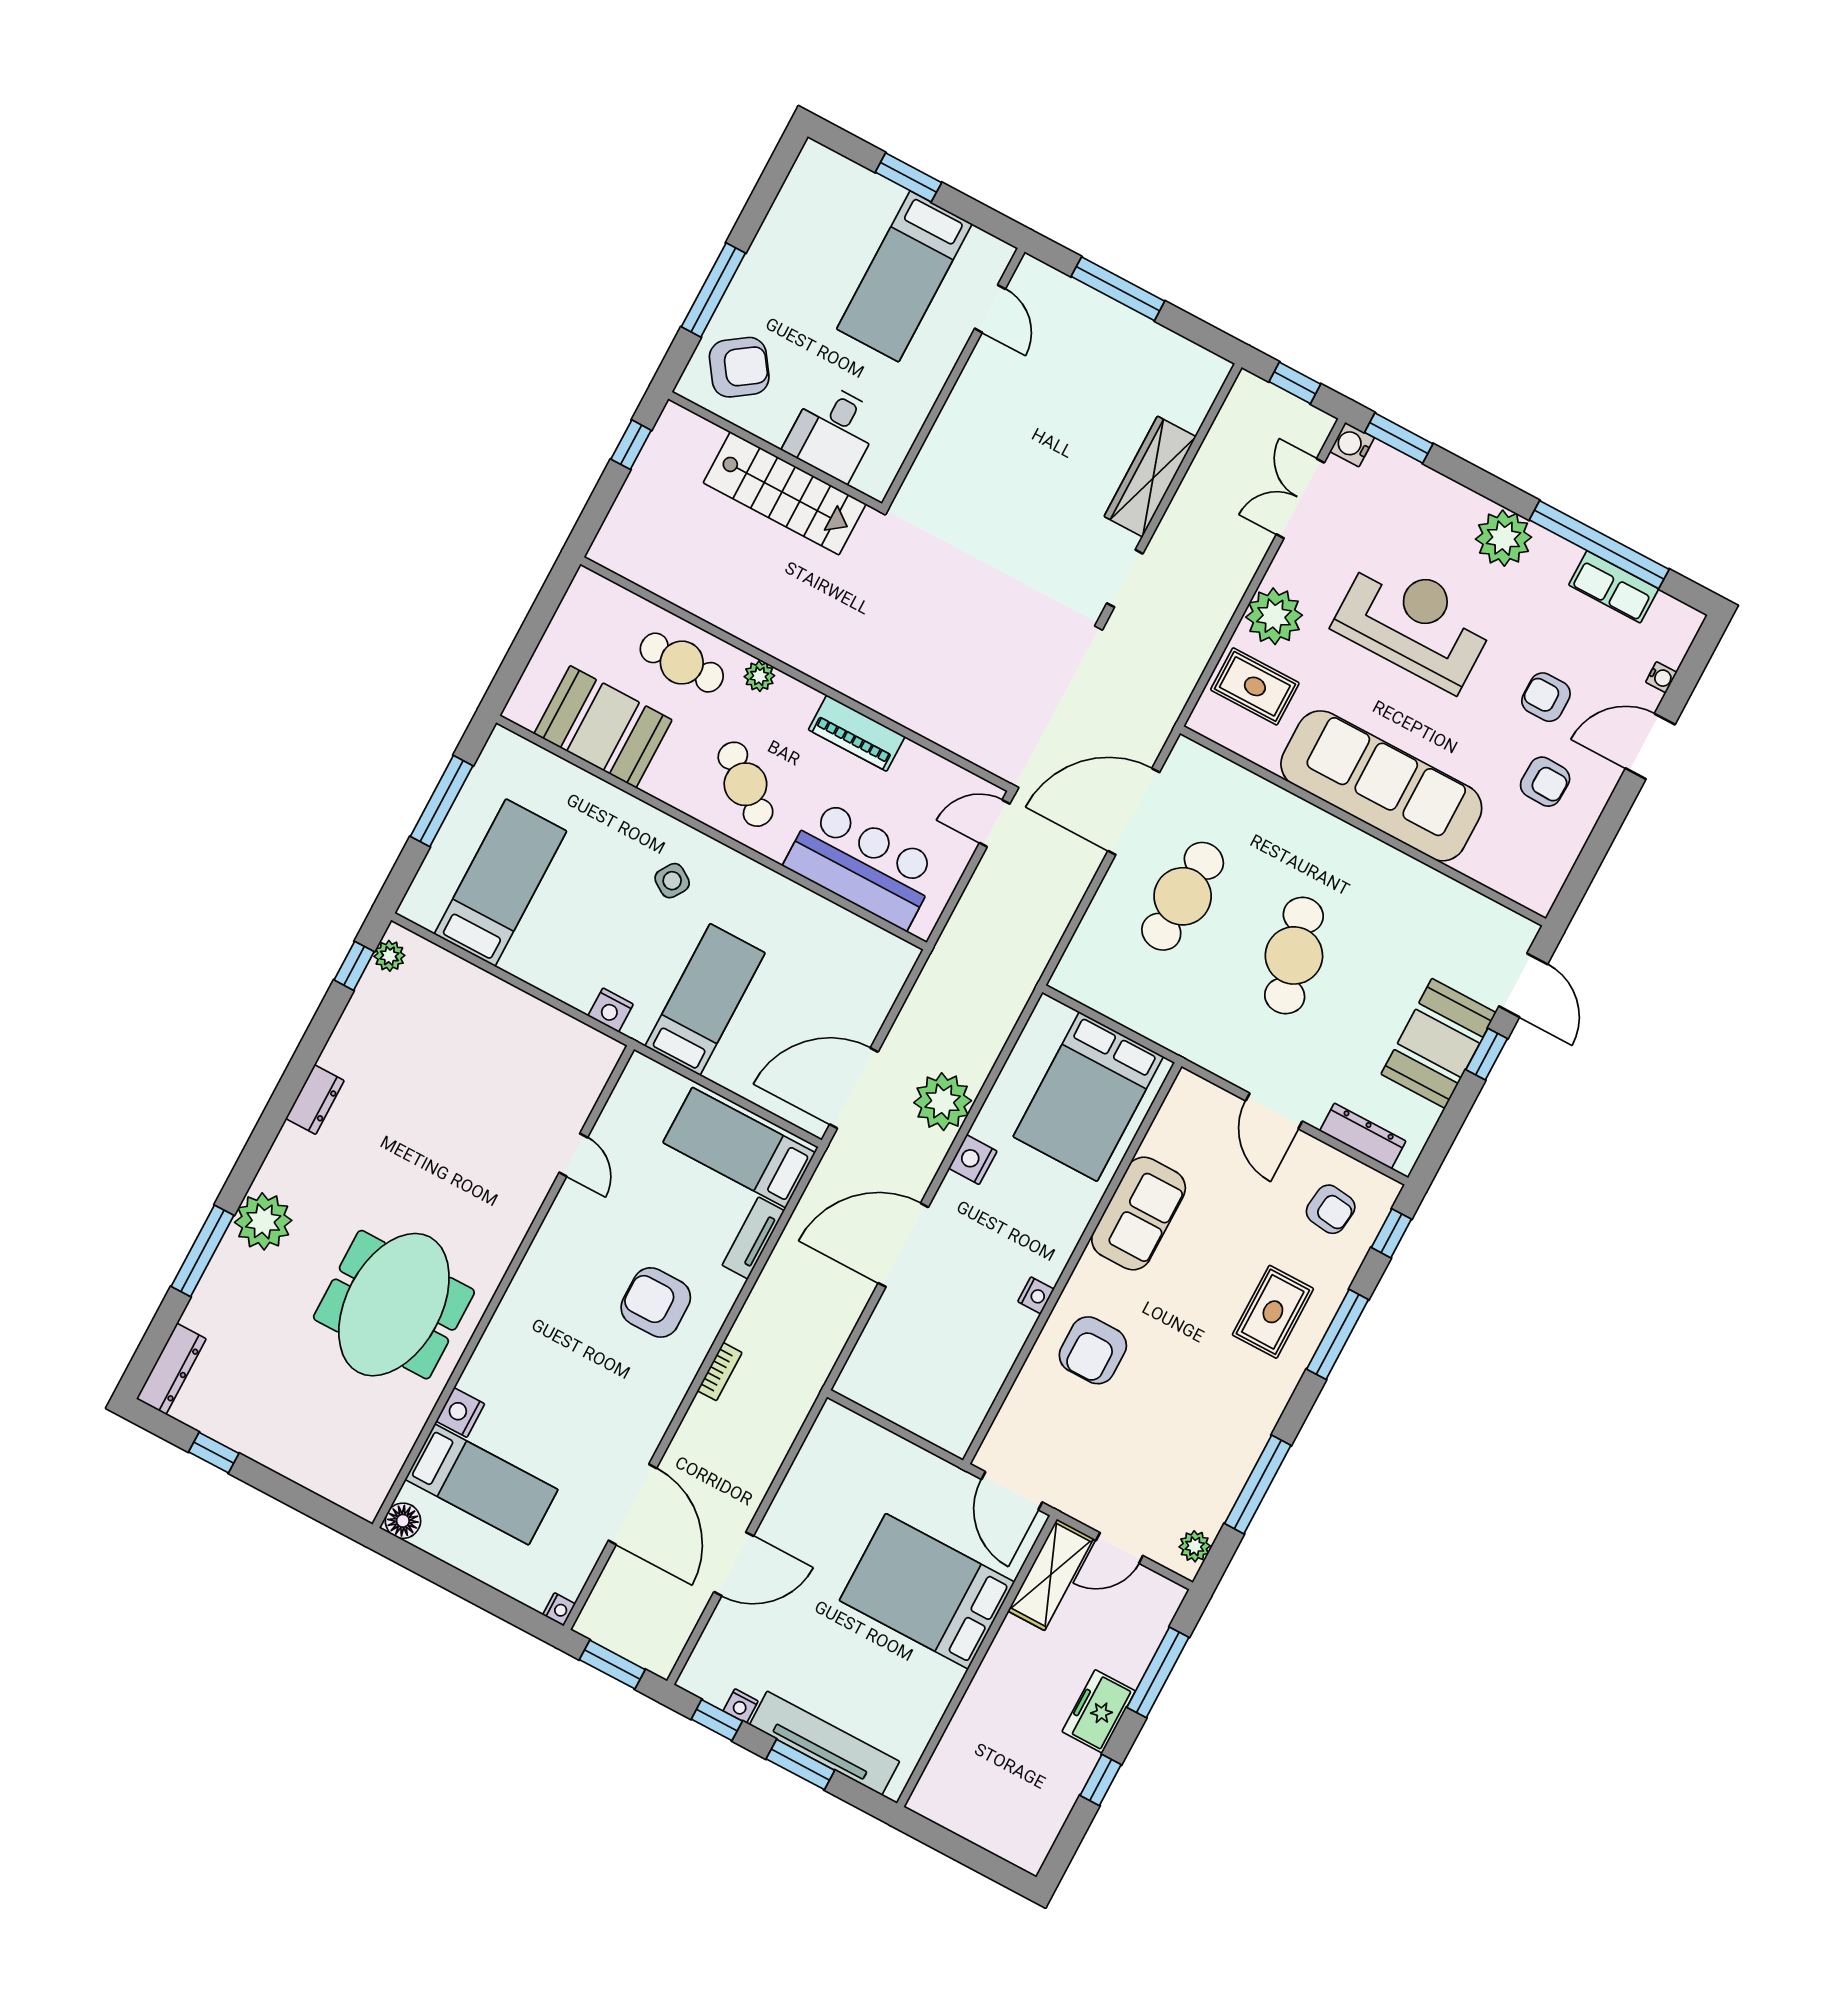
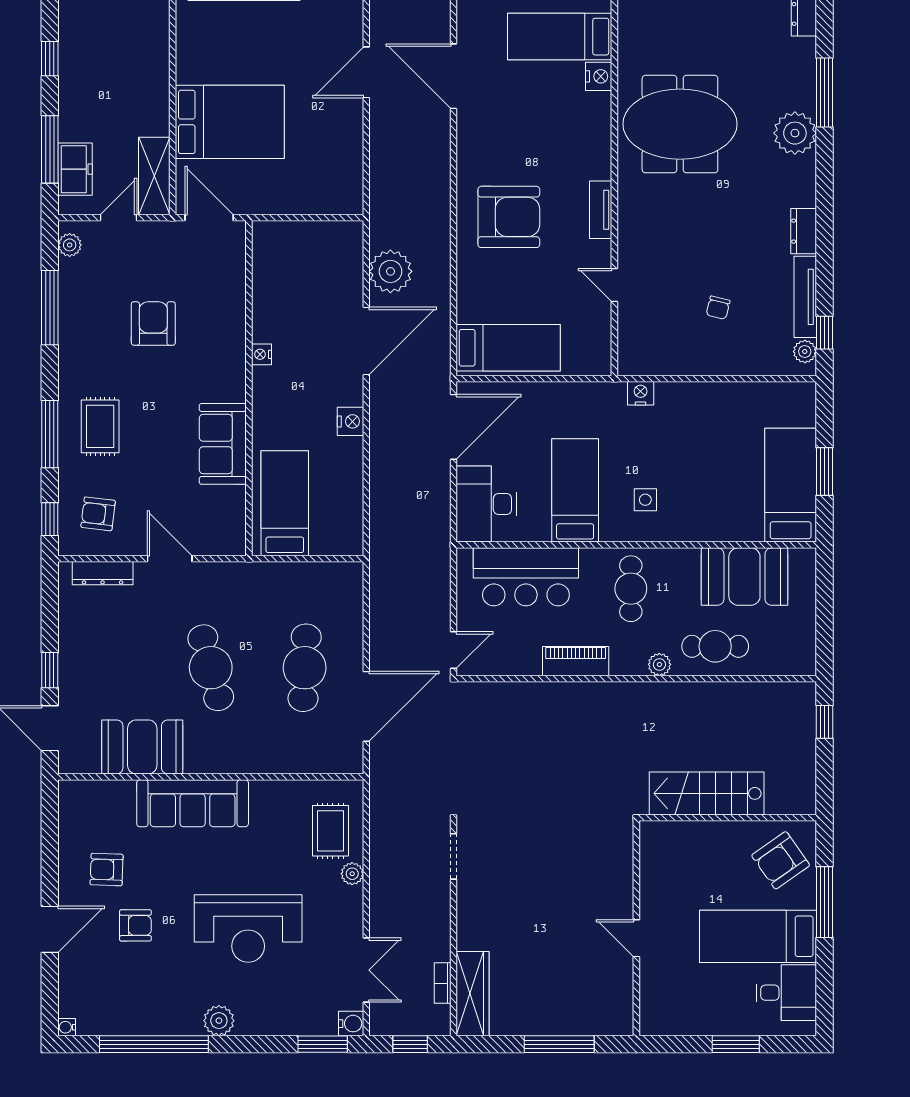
bed: (904, 276) -> (758, 936), moved, turned -90
door: (990, 309) -> (636, 938), moved
desk: (833, 432) -> (786, 993), moved, turned 90
window: (631, 445) -> (825, 722), moved
wardrobe: (1150, 477) -> (473, 994), moved
plant: (1504, 538) -> (219, 1021), width x0.73, depth x0.73
row of seats: (1614, 587) -> (130, 1021), removed
plant: (1274, 616) -> (352, 874), width x0.53, depth x0.53
water cooler: (1661, 677) -> (67, 1027), moved
rug: (1255, 686) -> (330, 831), turned 90
cafe table: (745, 784) -> (631, 589), turned 52
sofa: (1381, 786) -> (193, 803), width x0.74, depth x0.79
window: (442, 801) -> (825, 471), width x0.69
side table: (672, 881) -> (645, 500), turned -33
bed: (500, 883) -> (791, 485), moved, turned 180
desk: (864, 976) -> (486, 504), added
bed: (705, 1000) -> (575, 490), moved, turned 180
tv unit: (354, 1020) -> (805, 297), added
booth: (1438, 1043) -> (142, 747), moved, turned 90
chair: (465, 1063) -> (718, 308), added
bed: (1088, 1097) -> (285, 503), width x0.67
plant: (943, 1102) -> (390, 271), moved
tv unit: (753, 1238) -> (601, 210), moved, turned 180
armchair: (656, 1302) -> (509, 217), width x1.36, depth x1.36
meeting table: (394, 1305) -> (680, 124), turned 90
armchair: (1093, 1350) -> (153, 323), moved
bookcase: (720, 1372) -> (443, 983), moved
freezer: (1099, 1711) -> (75, 169), moved

